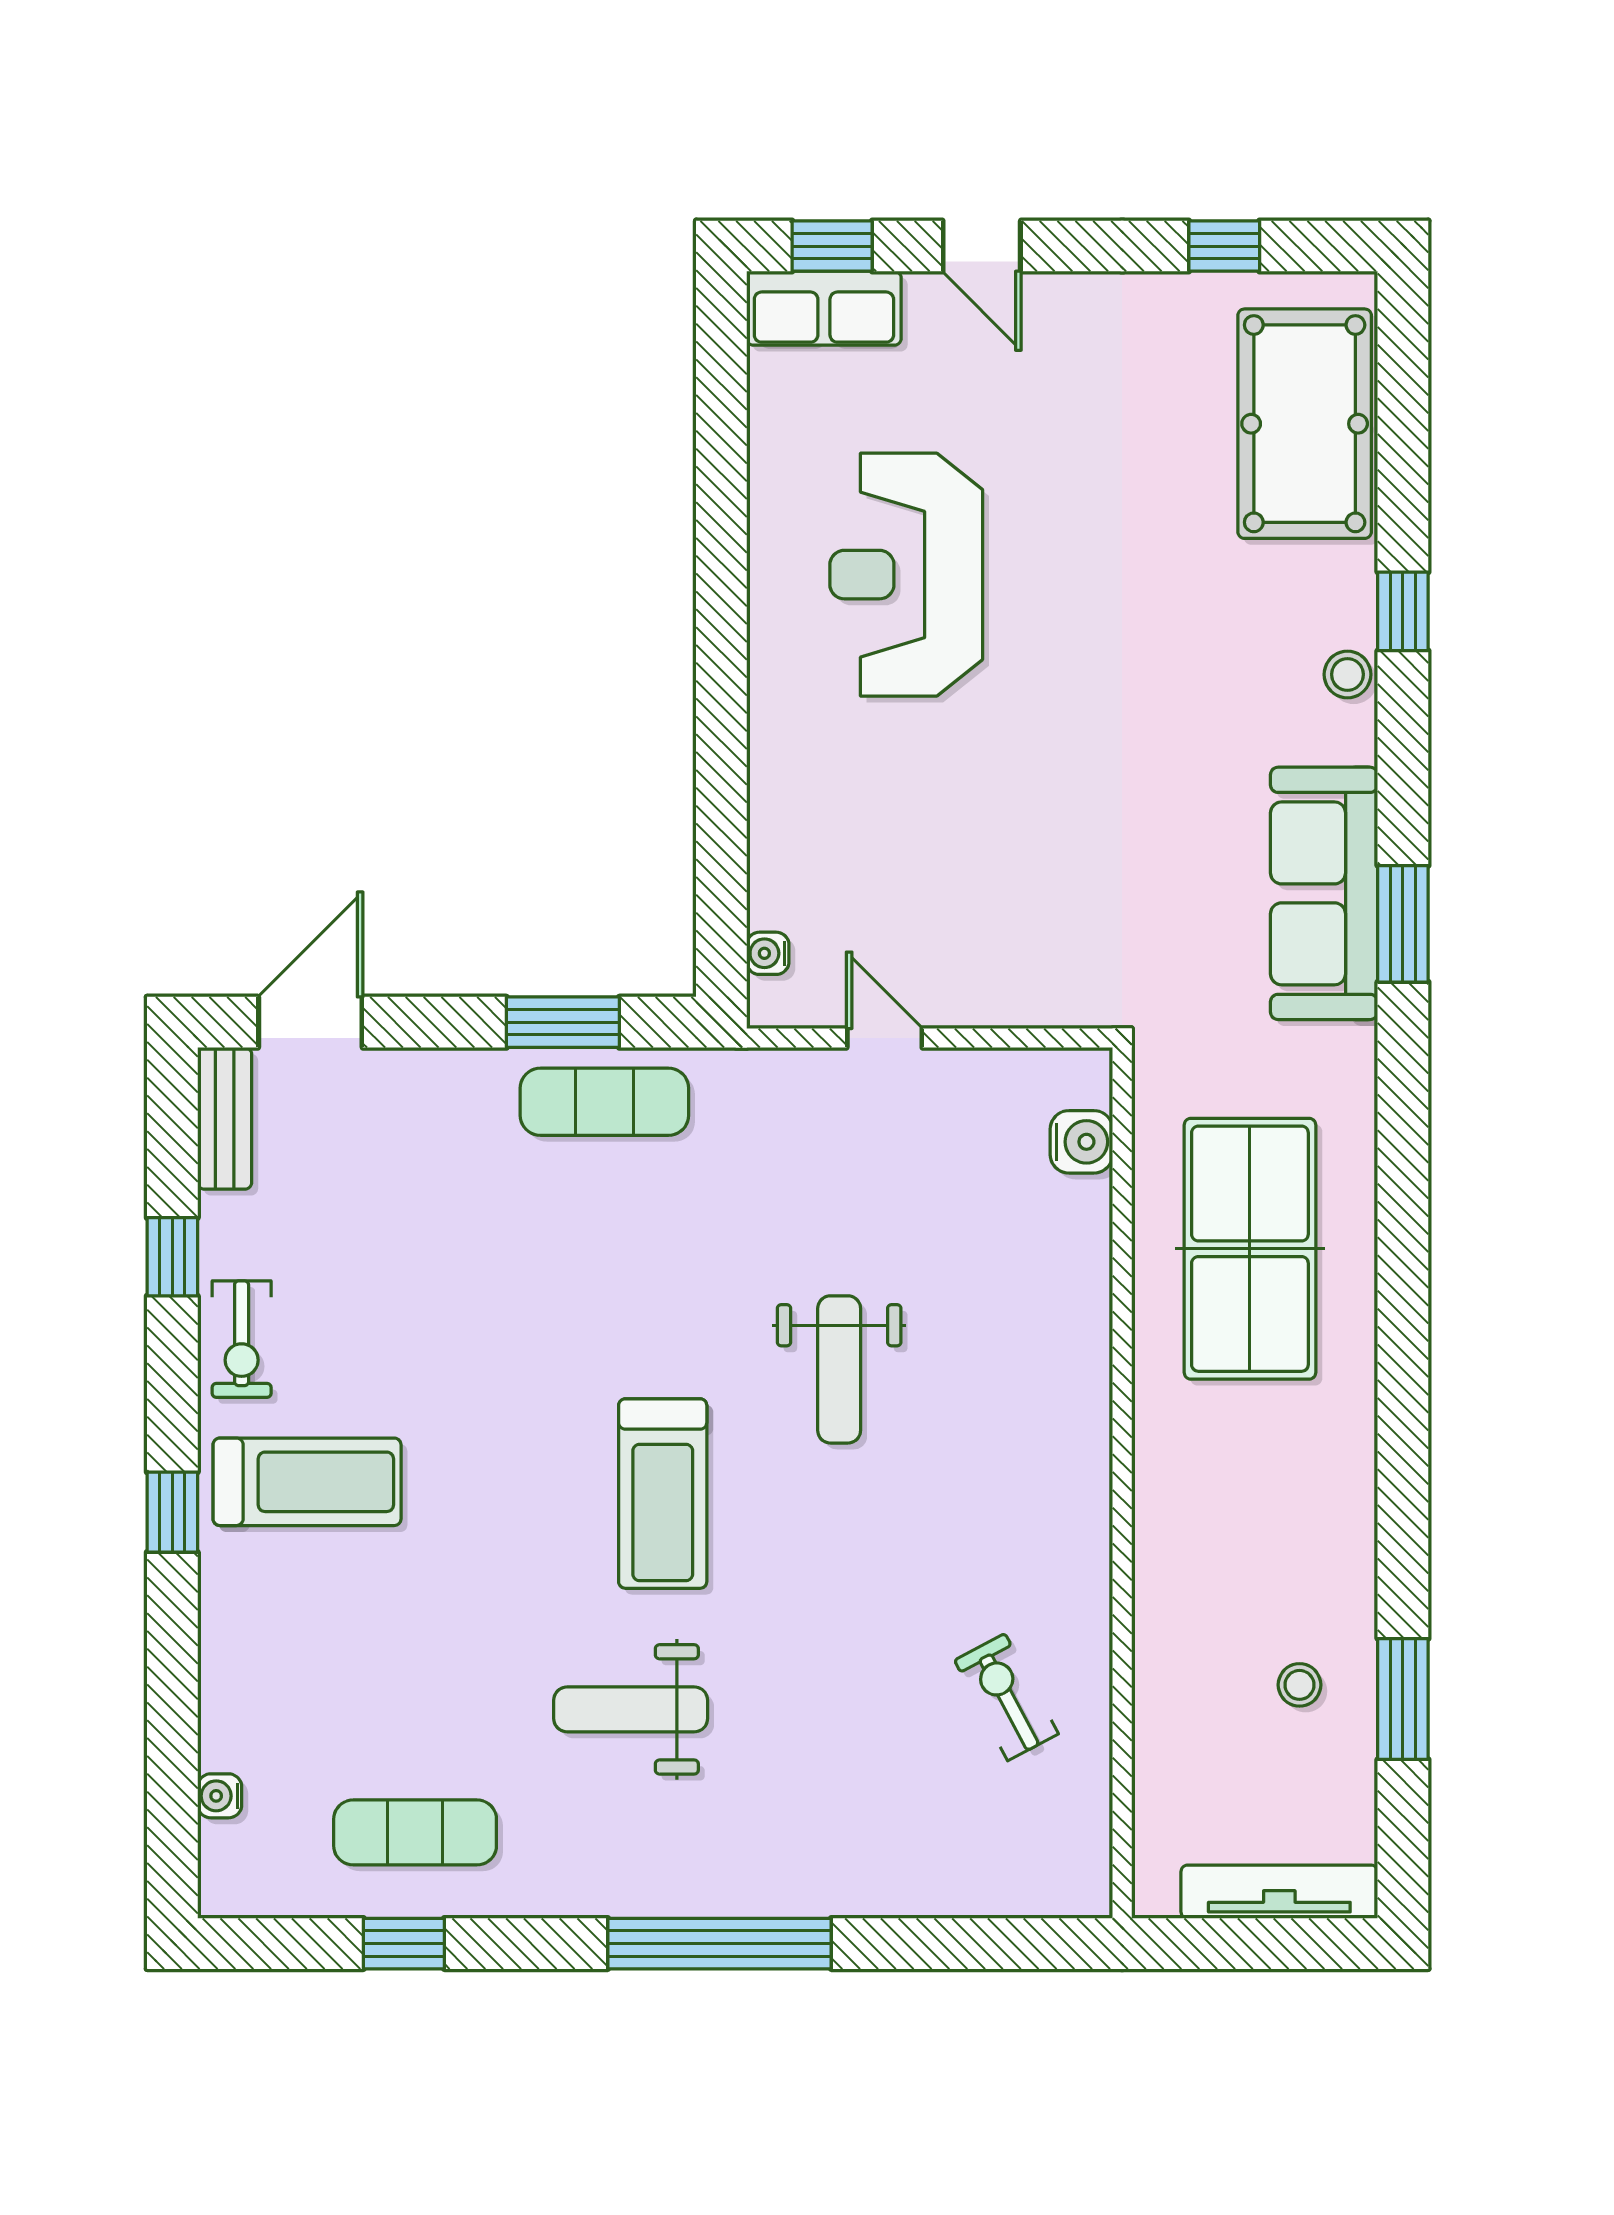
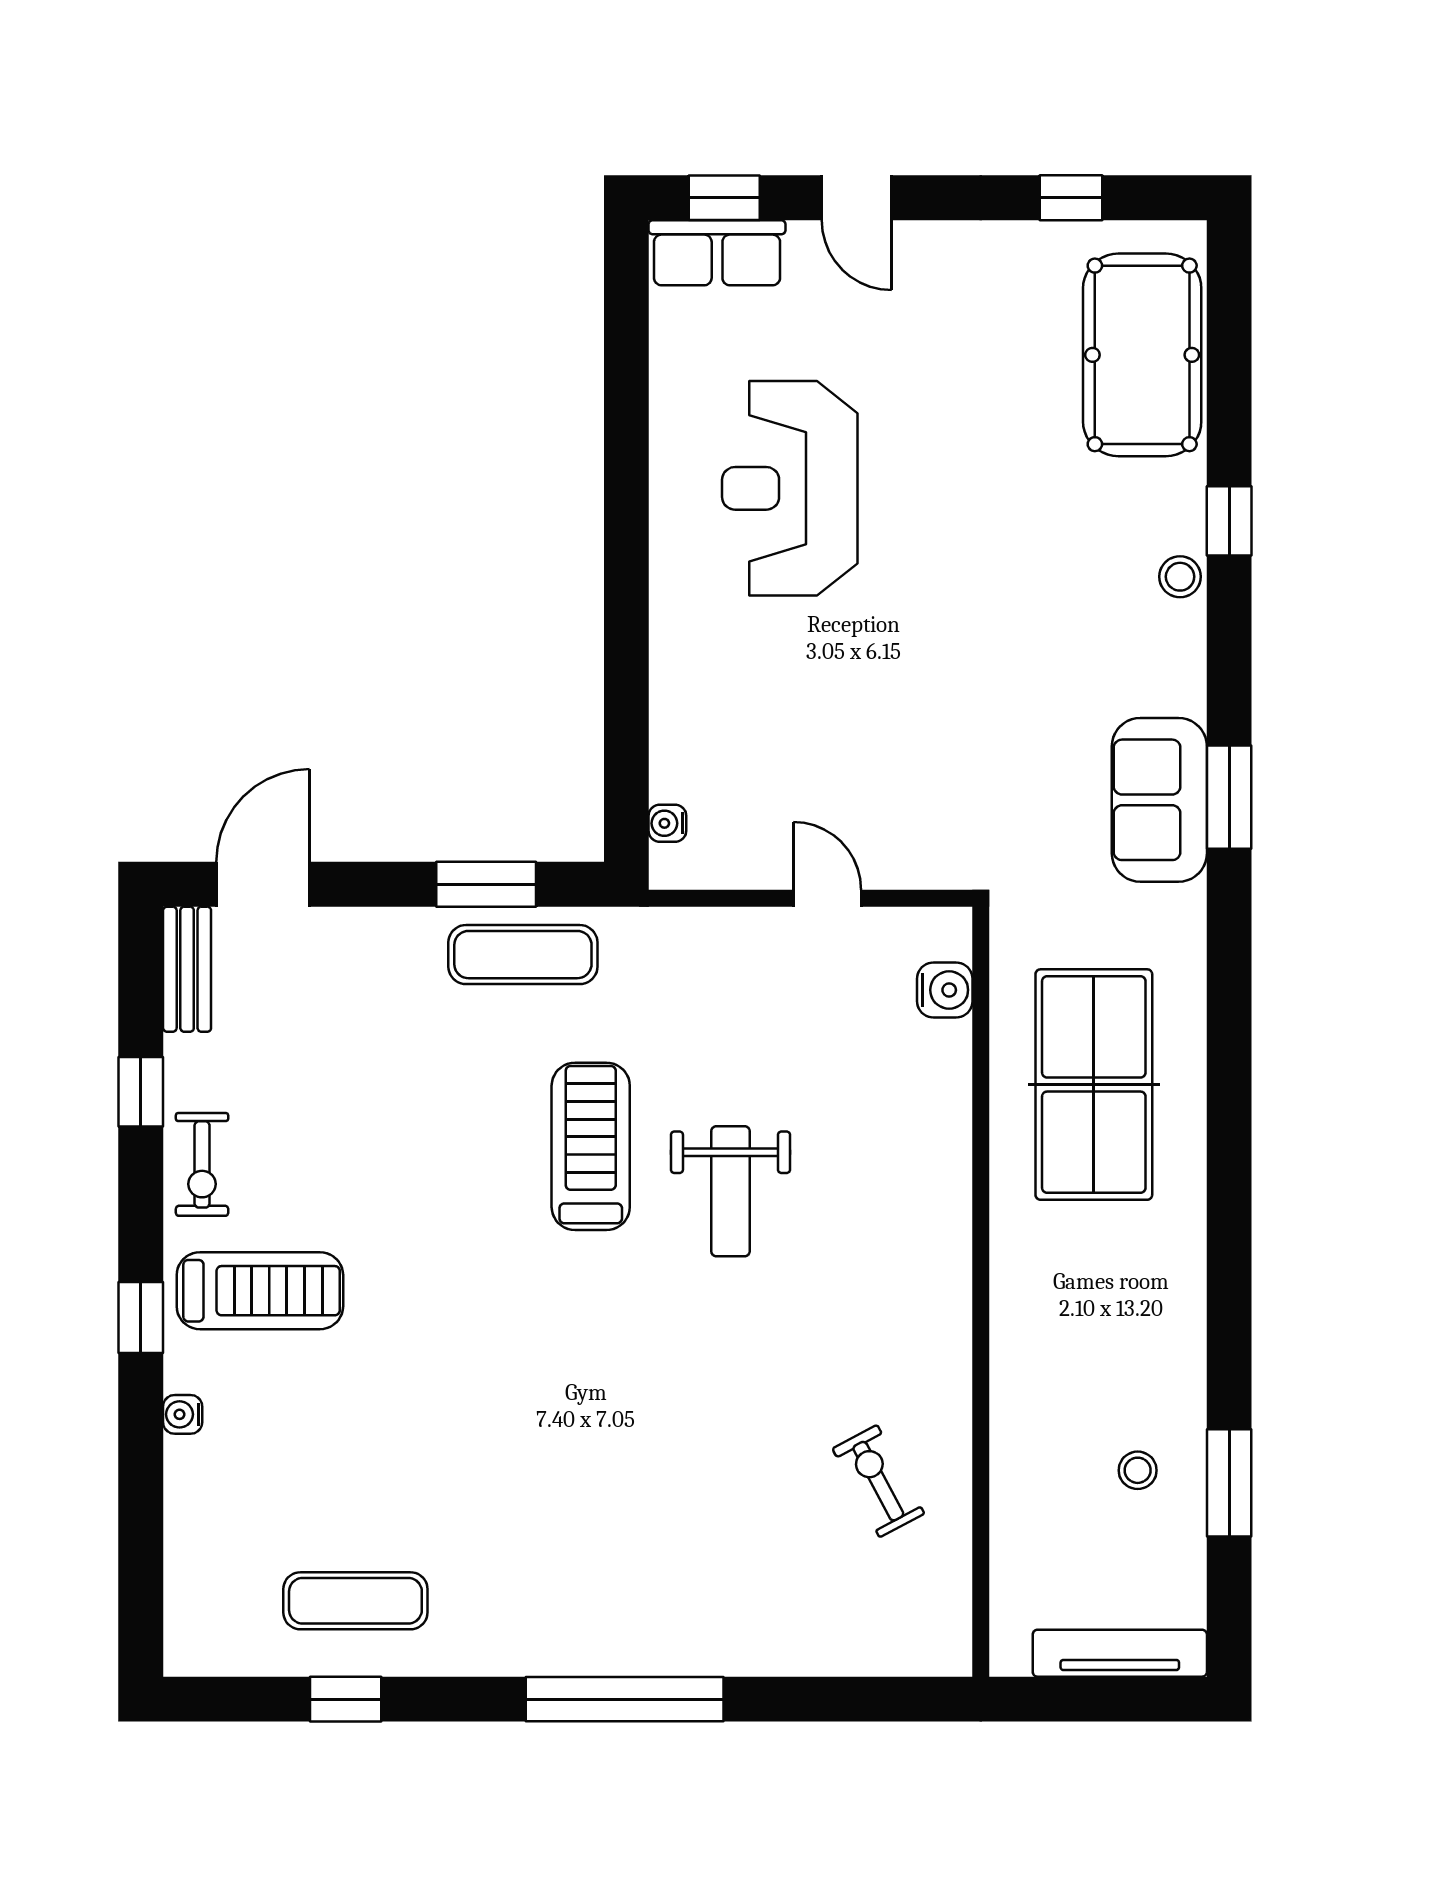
sofa: (1324, 893) -> (1159, 800), width x0.73
door: (885, 1038) -> (827, 898), moved
treadmill: (663, 1494) -> (591, 1146), moved, turned 180
weight bench: (631, 1709) -> (546, 1492), removed
water cooler: (220, 1796) -> (183, 1414), moved

